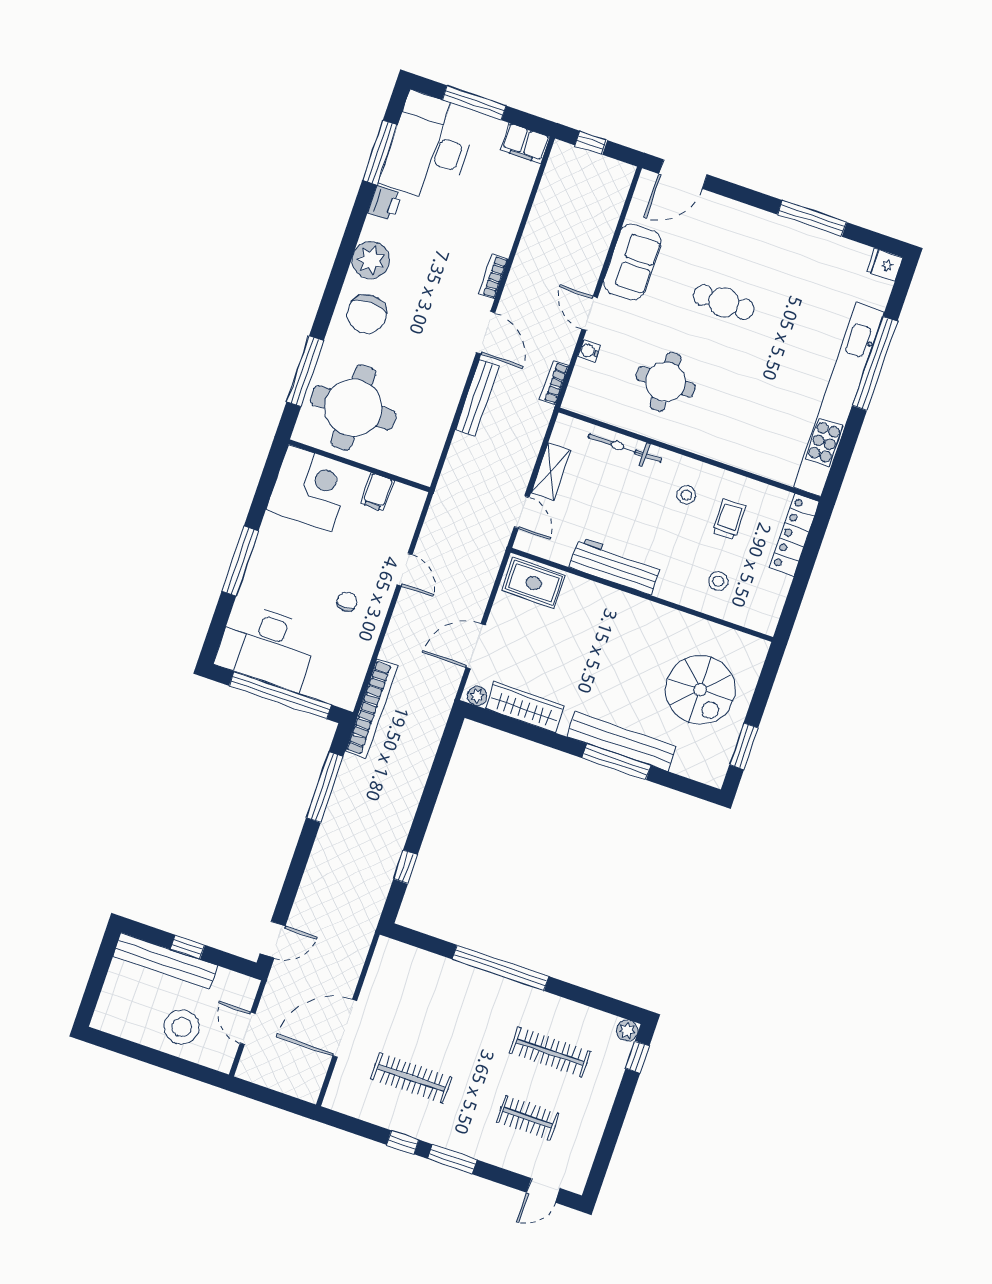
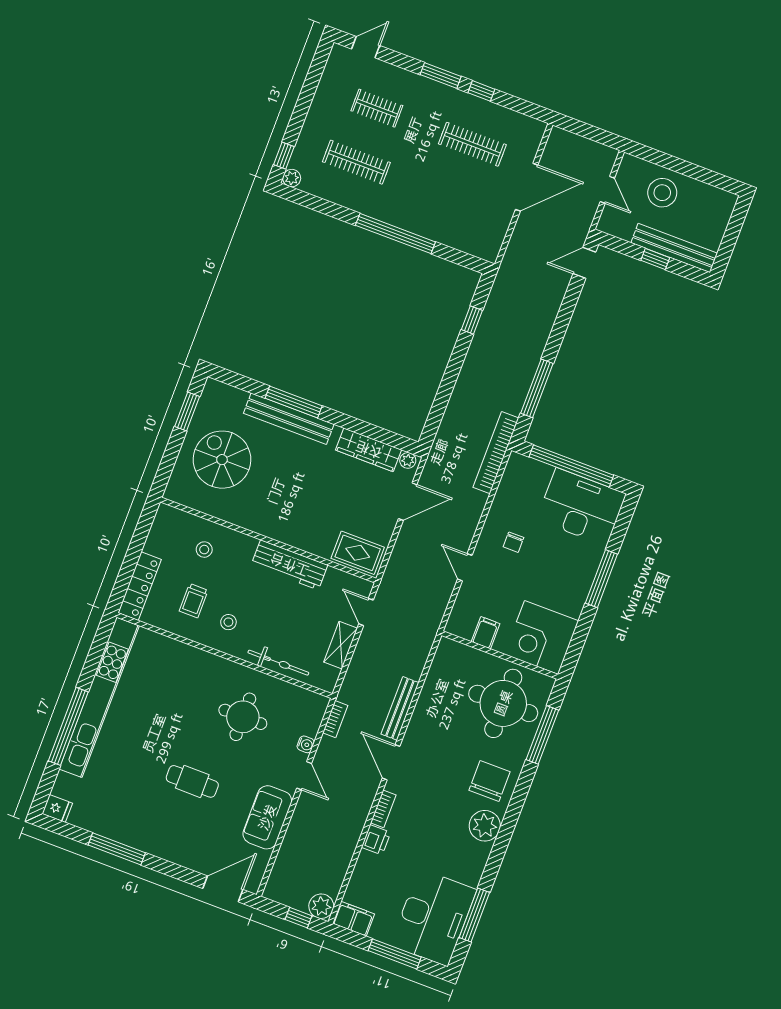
plant: (564, 157) -> (321, 906), added
printer: (385, 203) -> (376, 840), moved, turned 180

